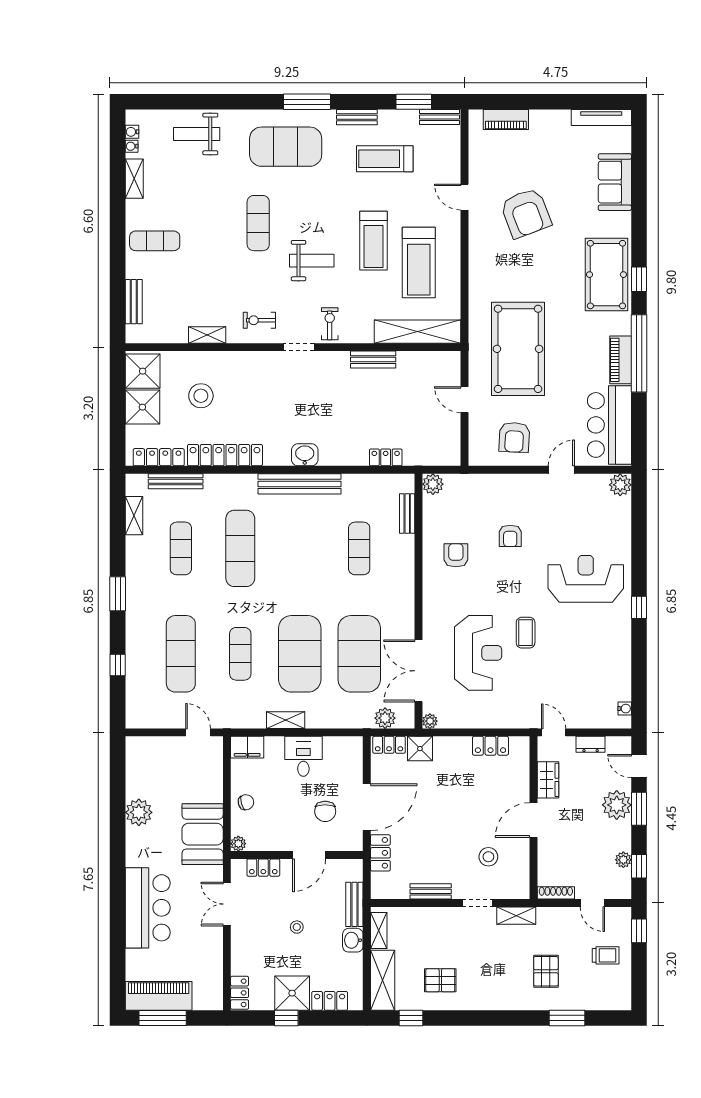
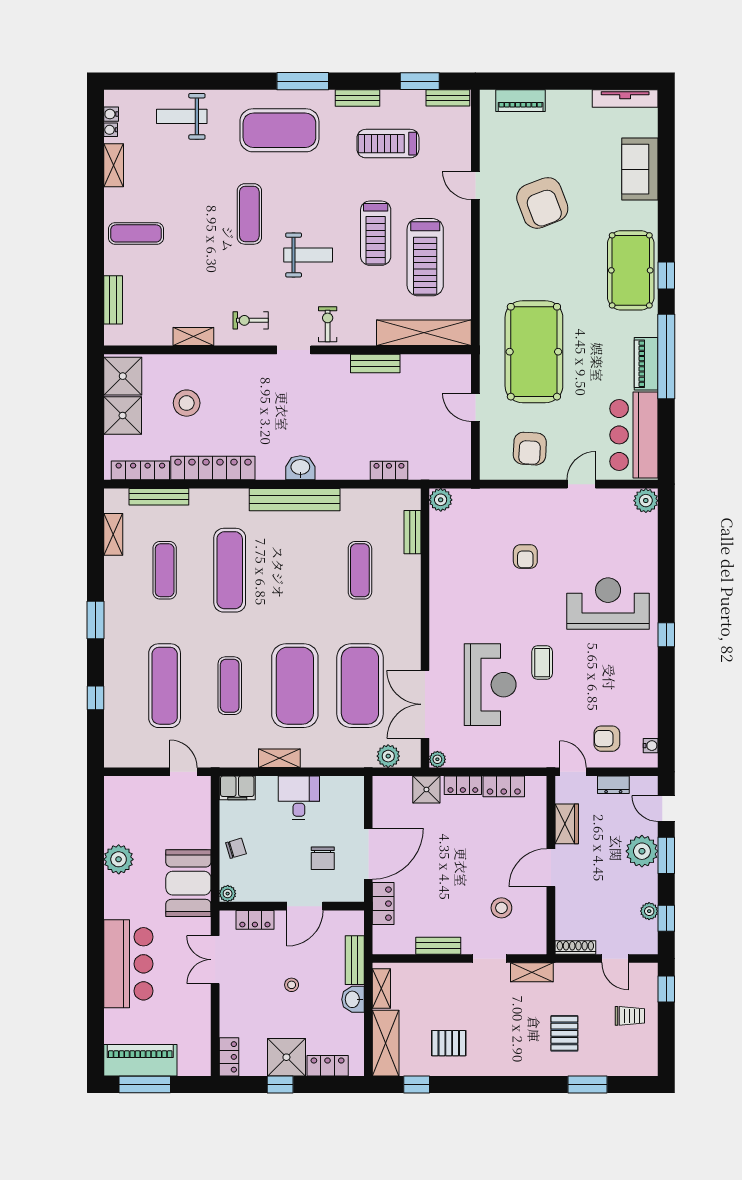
armchair: (456, 555) -> (607, 739), moved, turned -90
locker: (389, 745) -> (463, 785), moved

